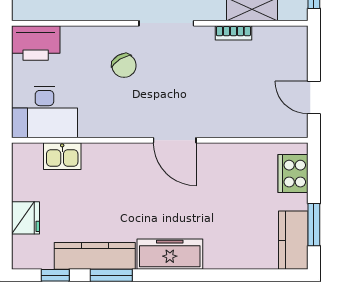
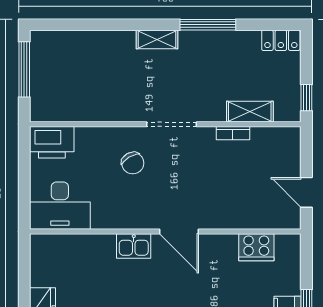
kitchen sink: (62, 156) -> (134, 246), moved
cooker: (293, 174) -> (256, 247), moved, turned -90

